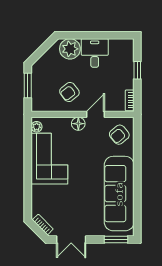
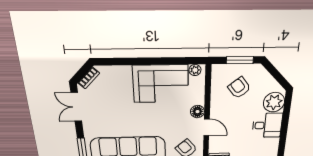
armchair: (69, 92) -> (239, 88), moved

